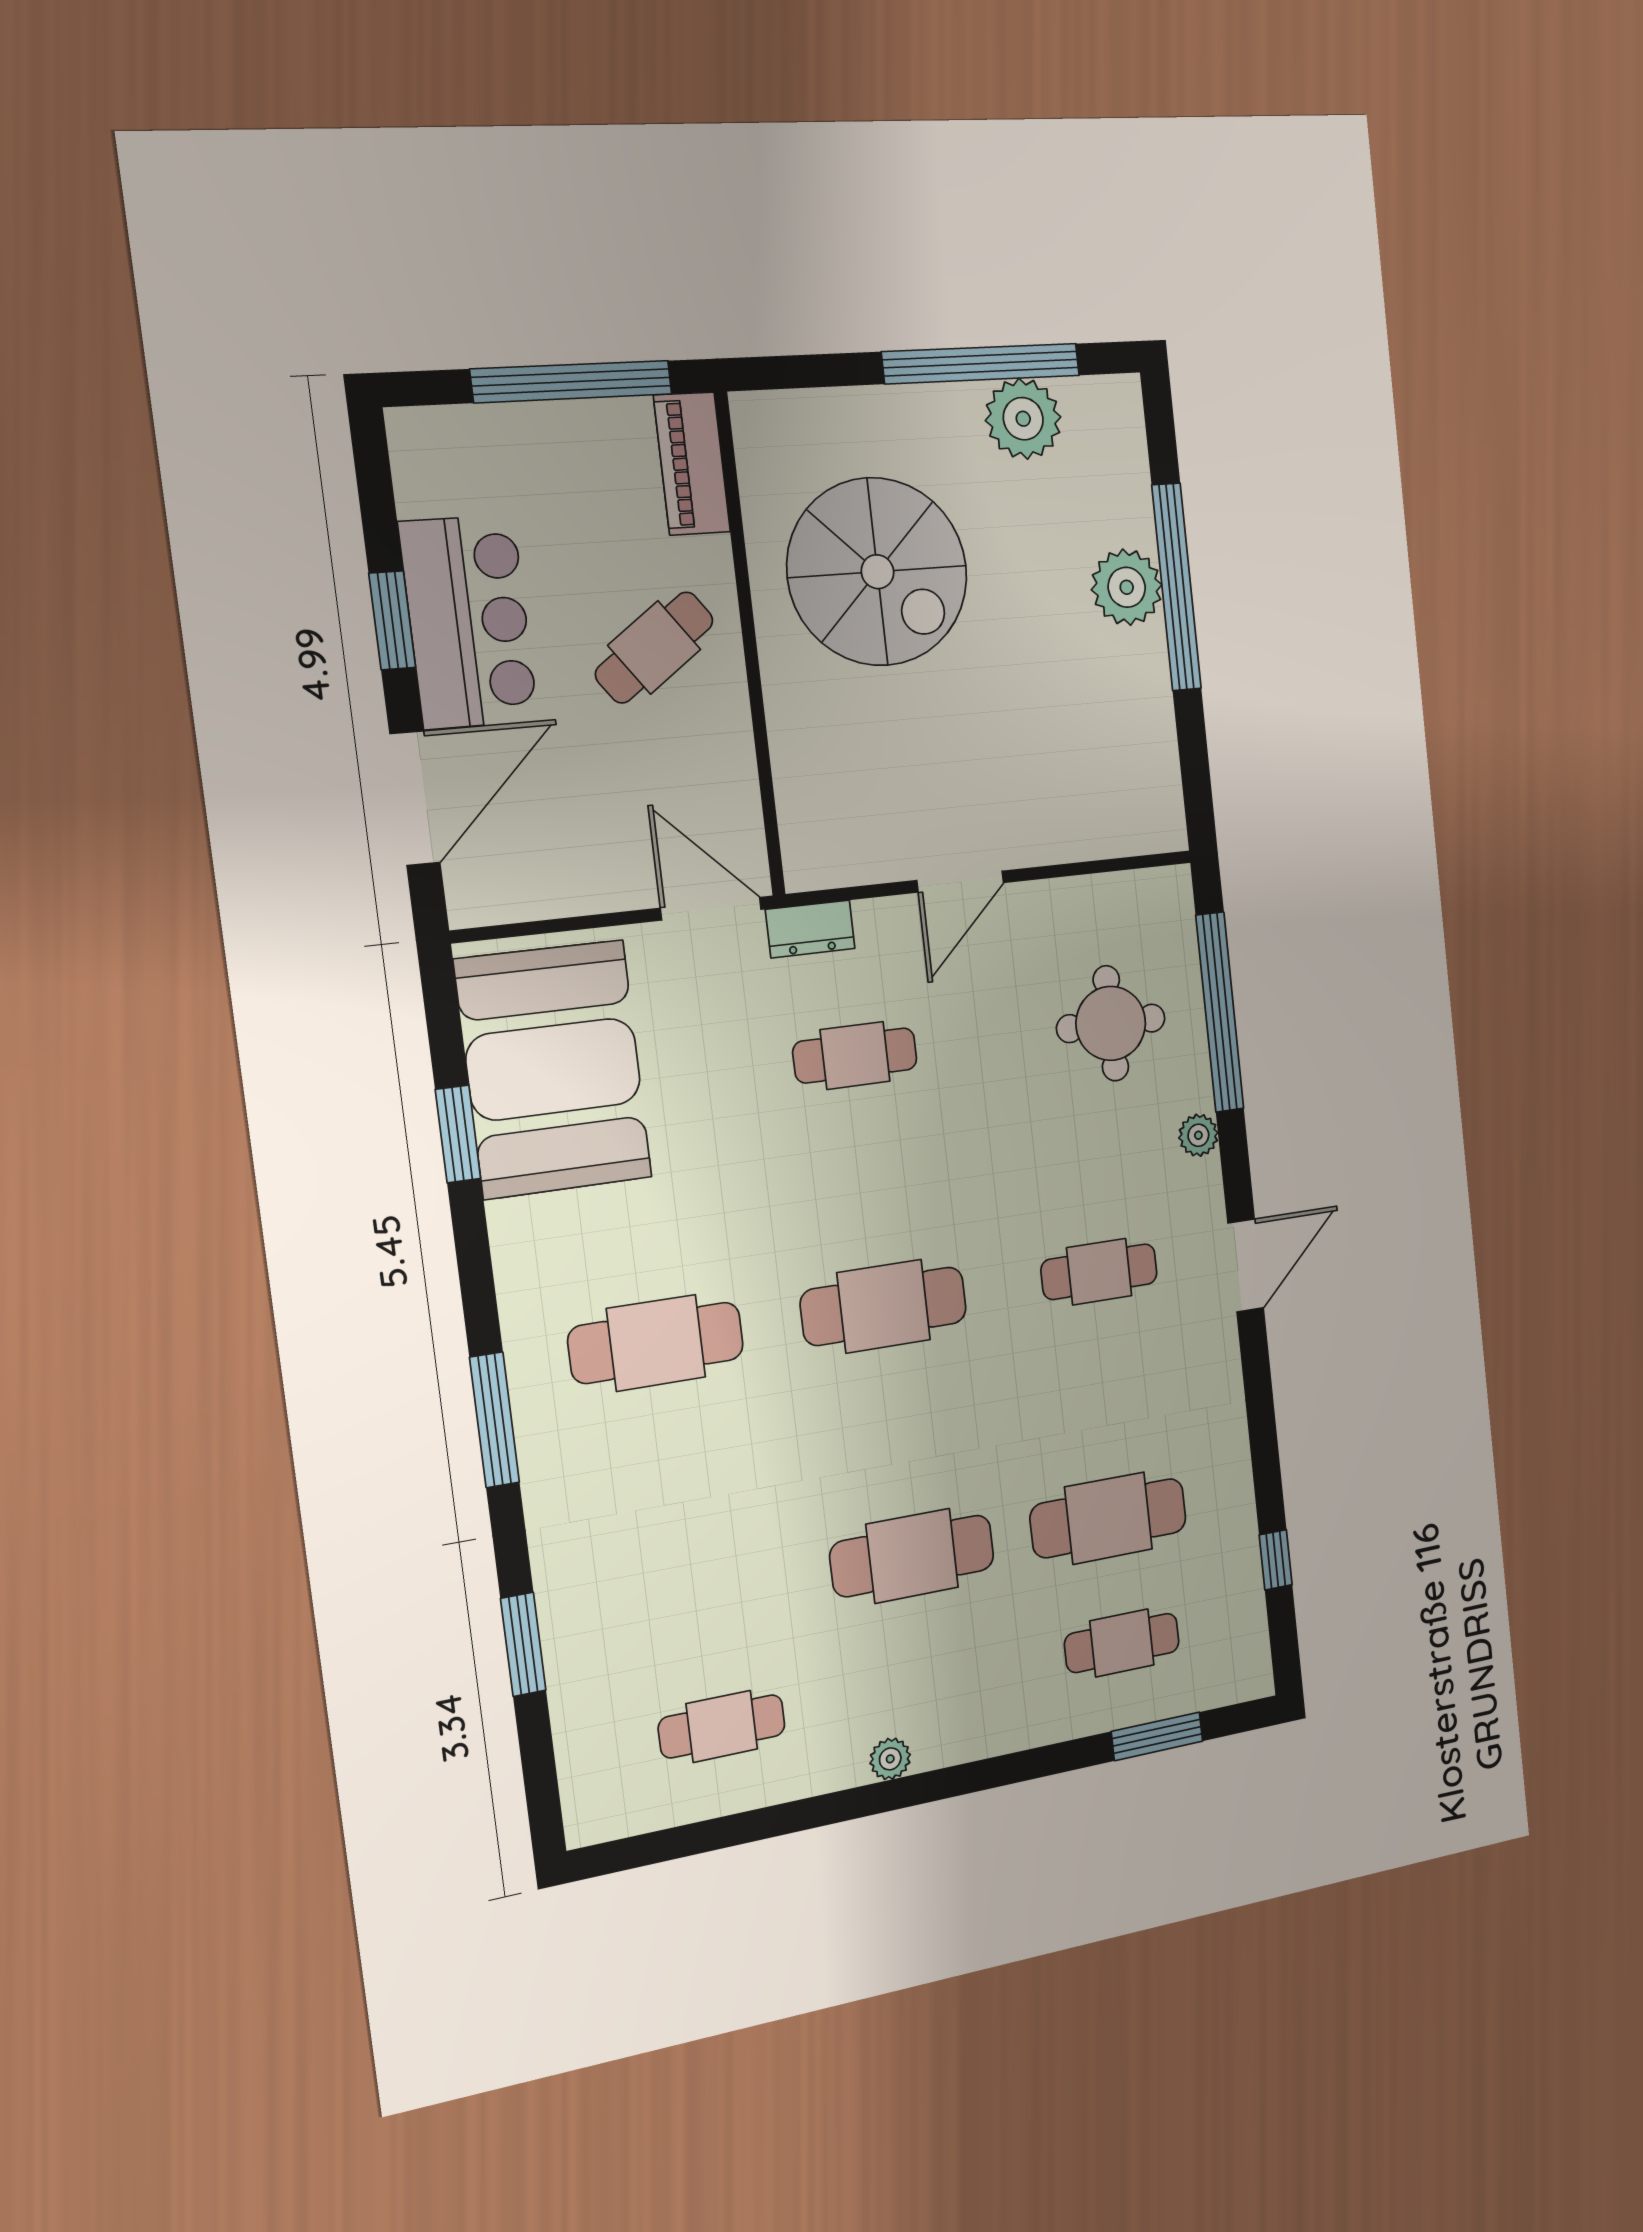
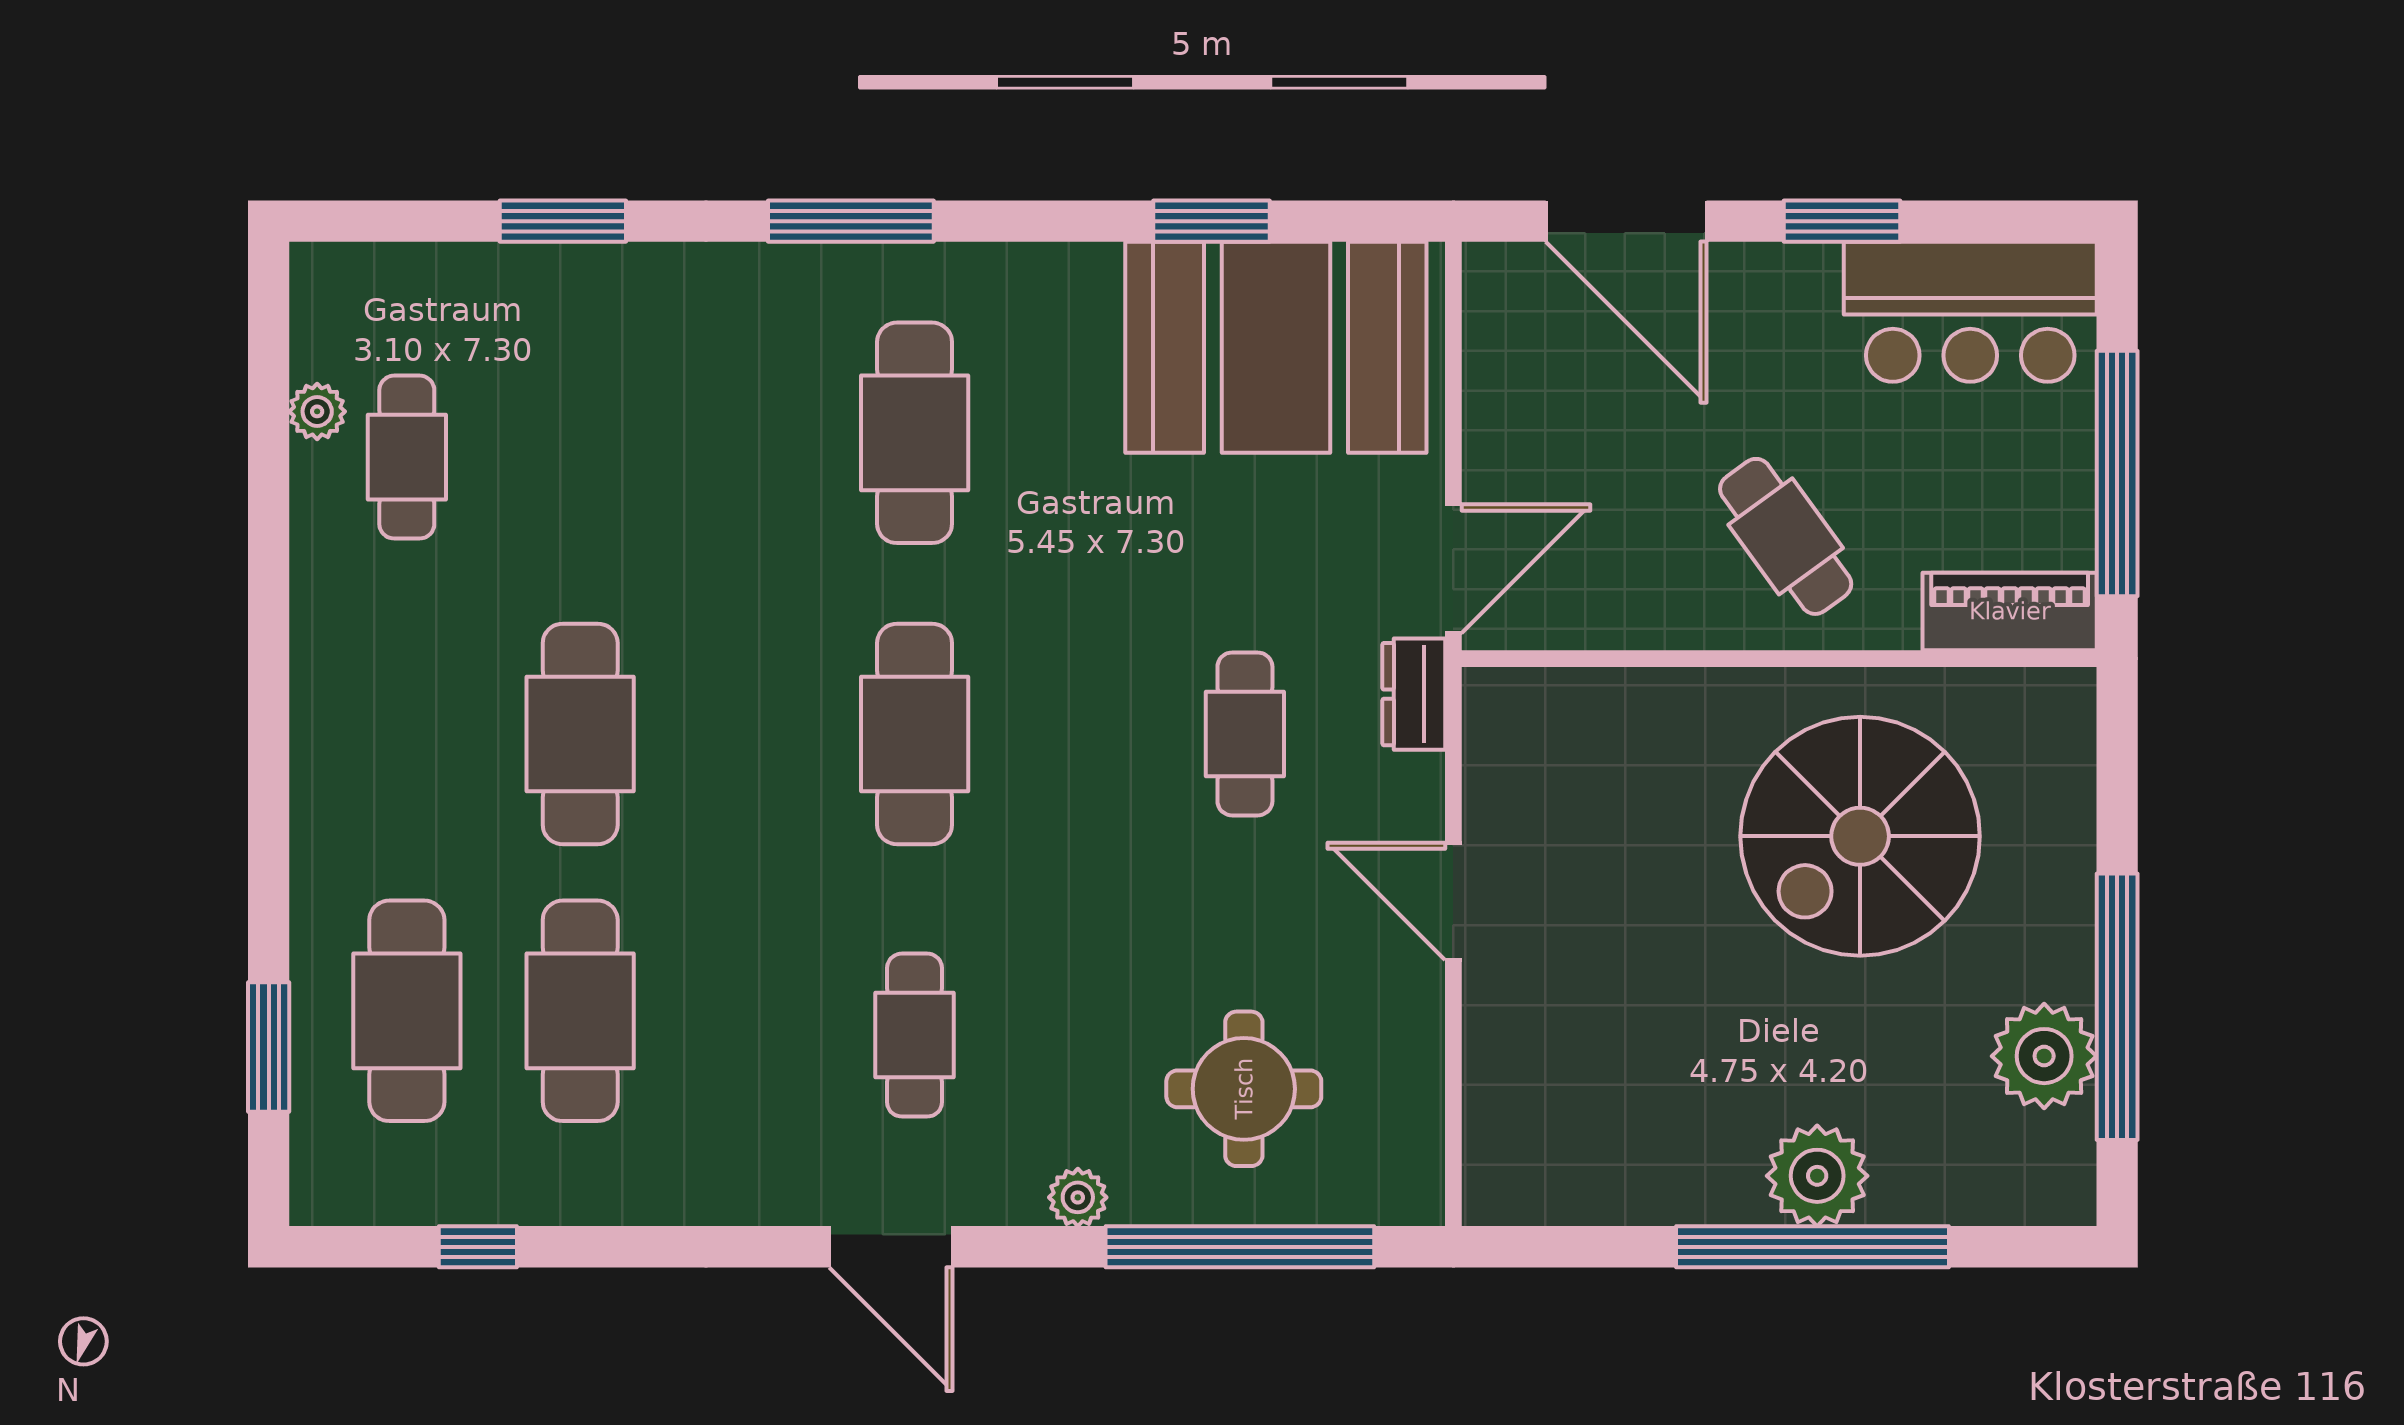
bar counter: (469, 622) -> (1970, 312), moved
cafe table: (1122, 1643) -> (407, 1011), width x1.37, depth x1.35
plant: (890, 1759) -> (317, 411), moved

